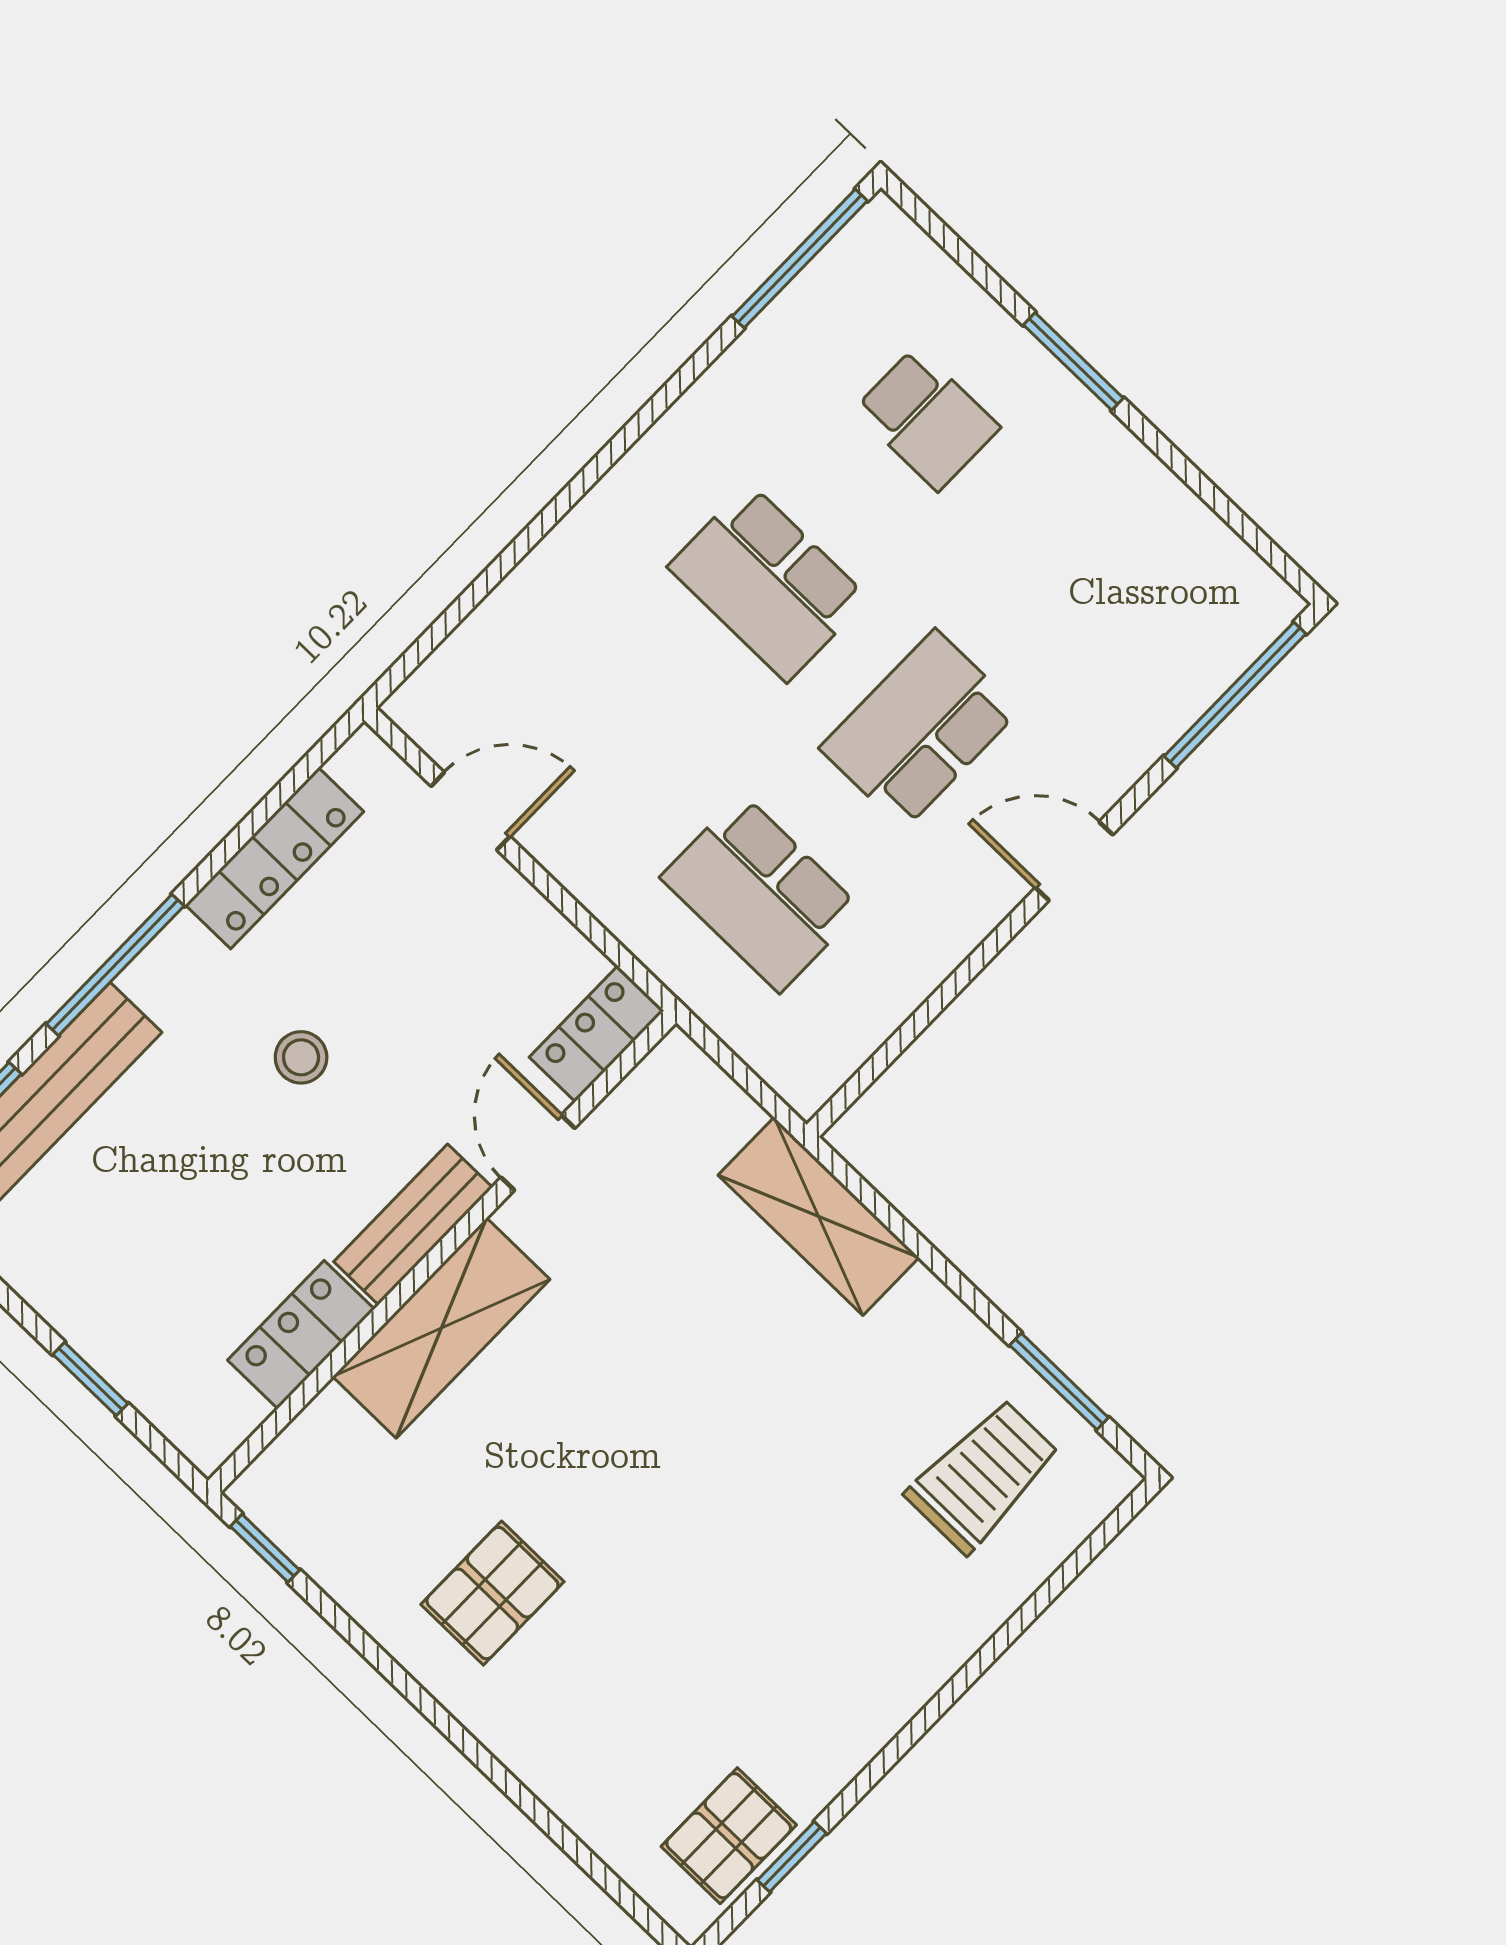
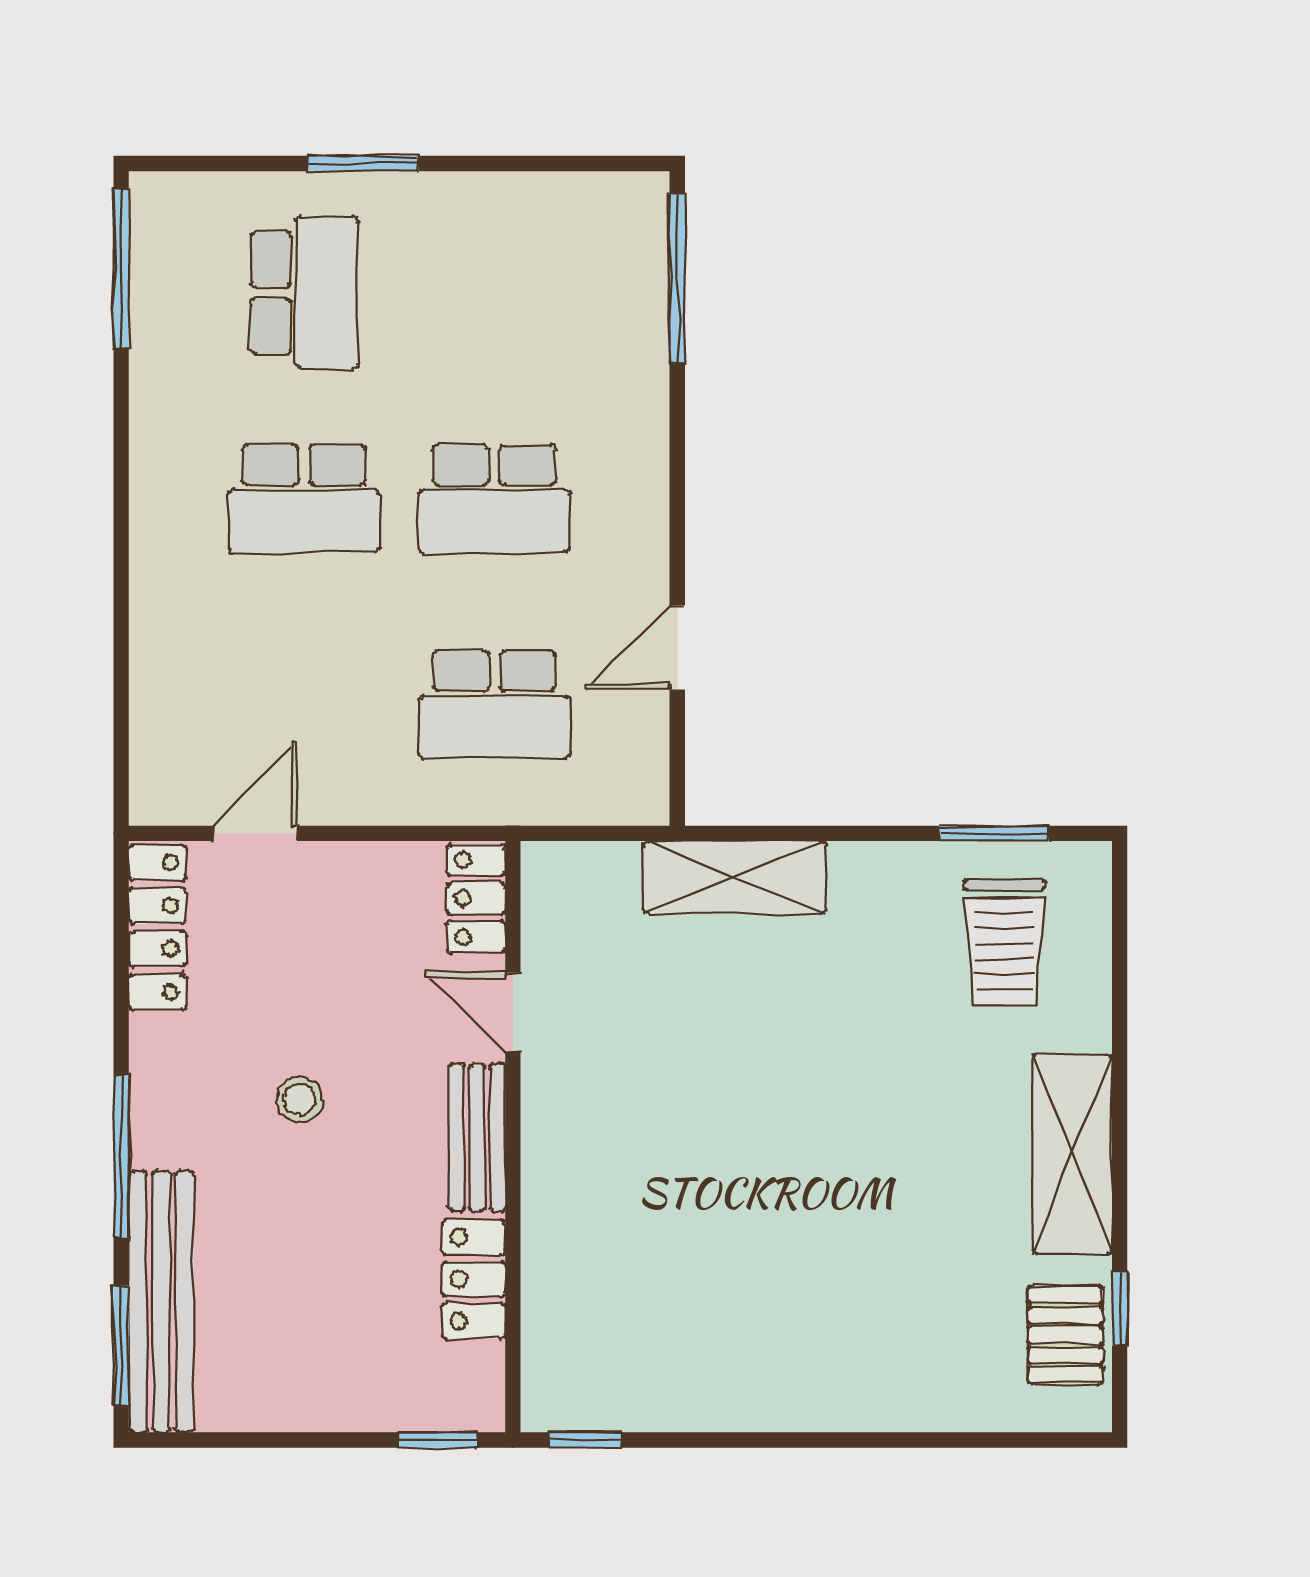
school desk: (927, 419) -> (304, 293), width x1.85
school desk: (919, 729) -> (494, 498), turned -90
locker: (274, 858) -> (157, 927), moved
door: (1074, 861) -> (677, 648), moved
shelving: (441, 1328) -> (1072, 1154), moved
window: (90, 1379) -> (437, 1440), moved
trolley: (983, 1476) -> (1004, 942), turned 180
pallet: (492, 1593) -> (760, 1326), removed

